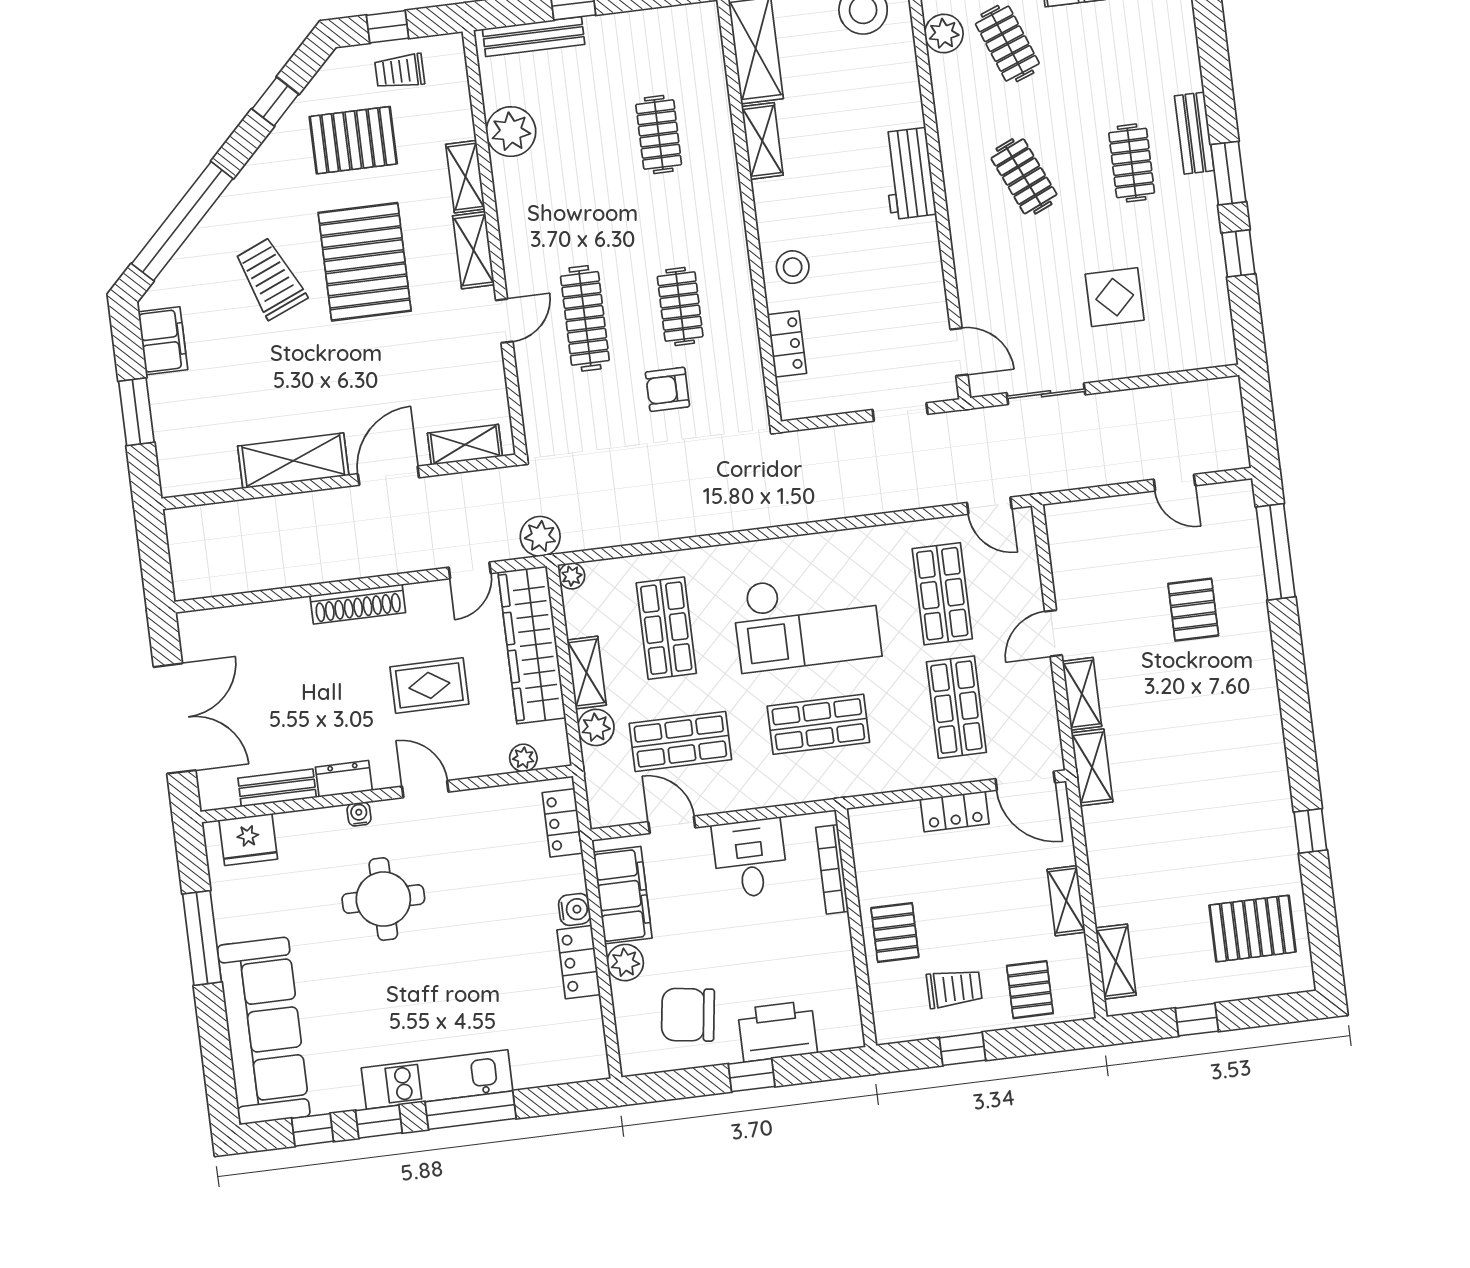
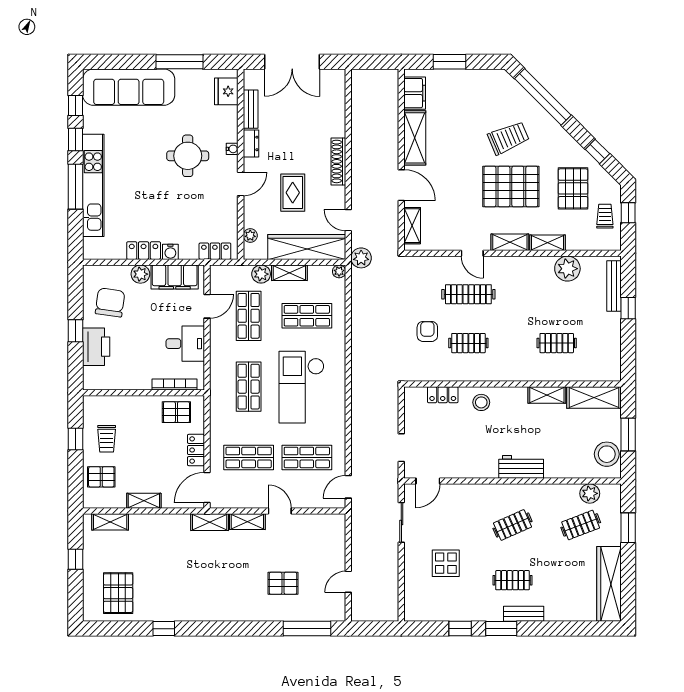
filing cabinet: (163, 341) -> (415, 93), moved, turned -90
pallet: (895, 933) -> (176, 412), moved
kitchen unit: (437, 1079) -> (93, 185), width x1.36

